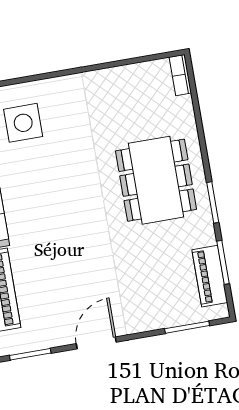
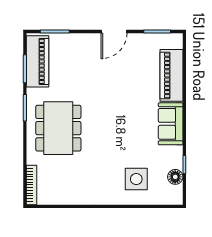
bookcase: (180, 75) -> (31, 185), width x1.56
piano: (210, 276) -> (38, 61), width x1.37, depth x1.33

